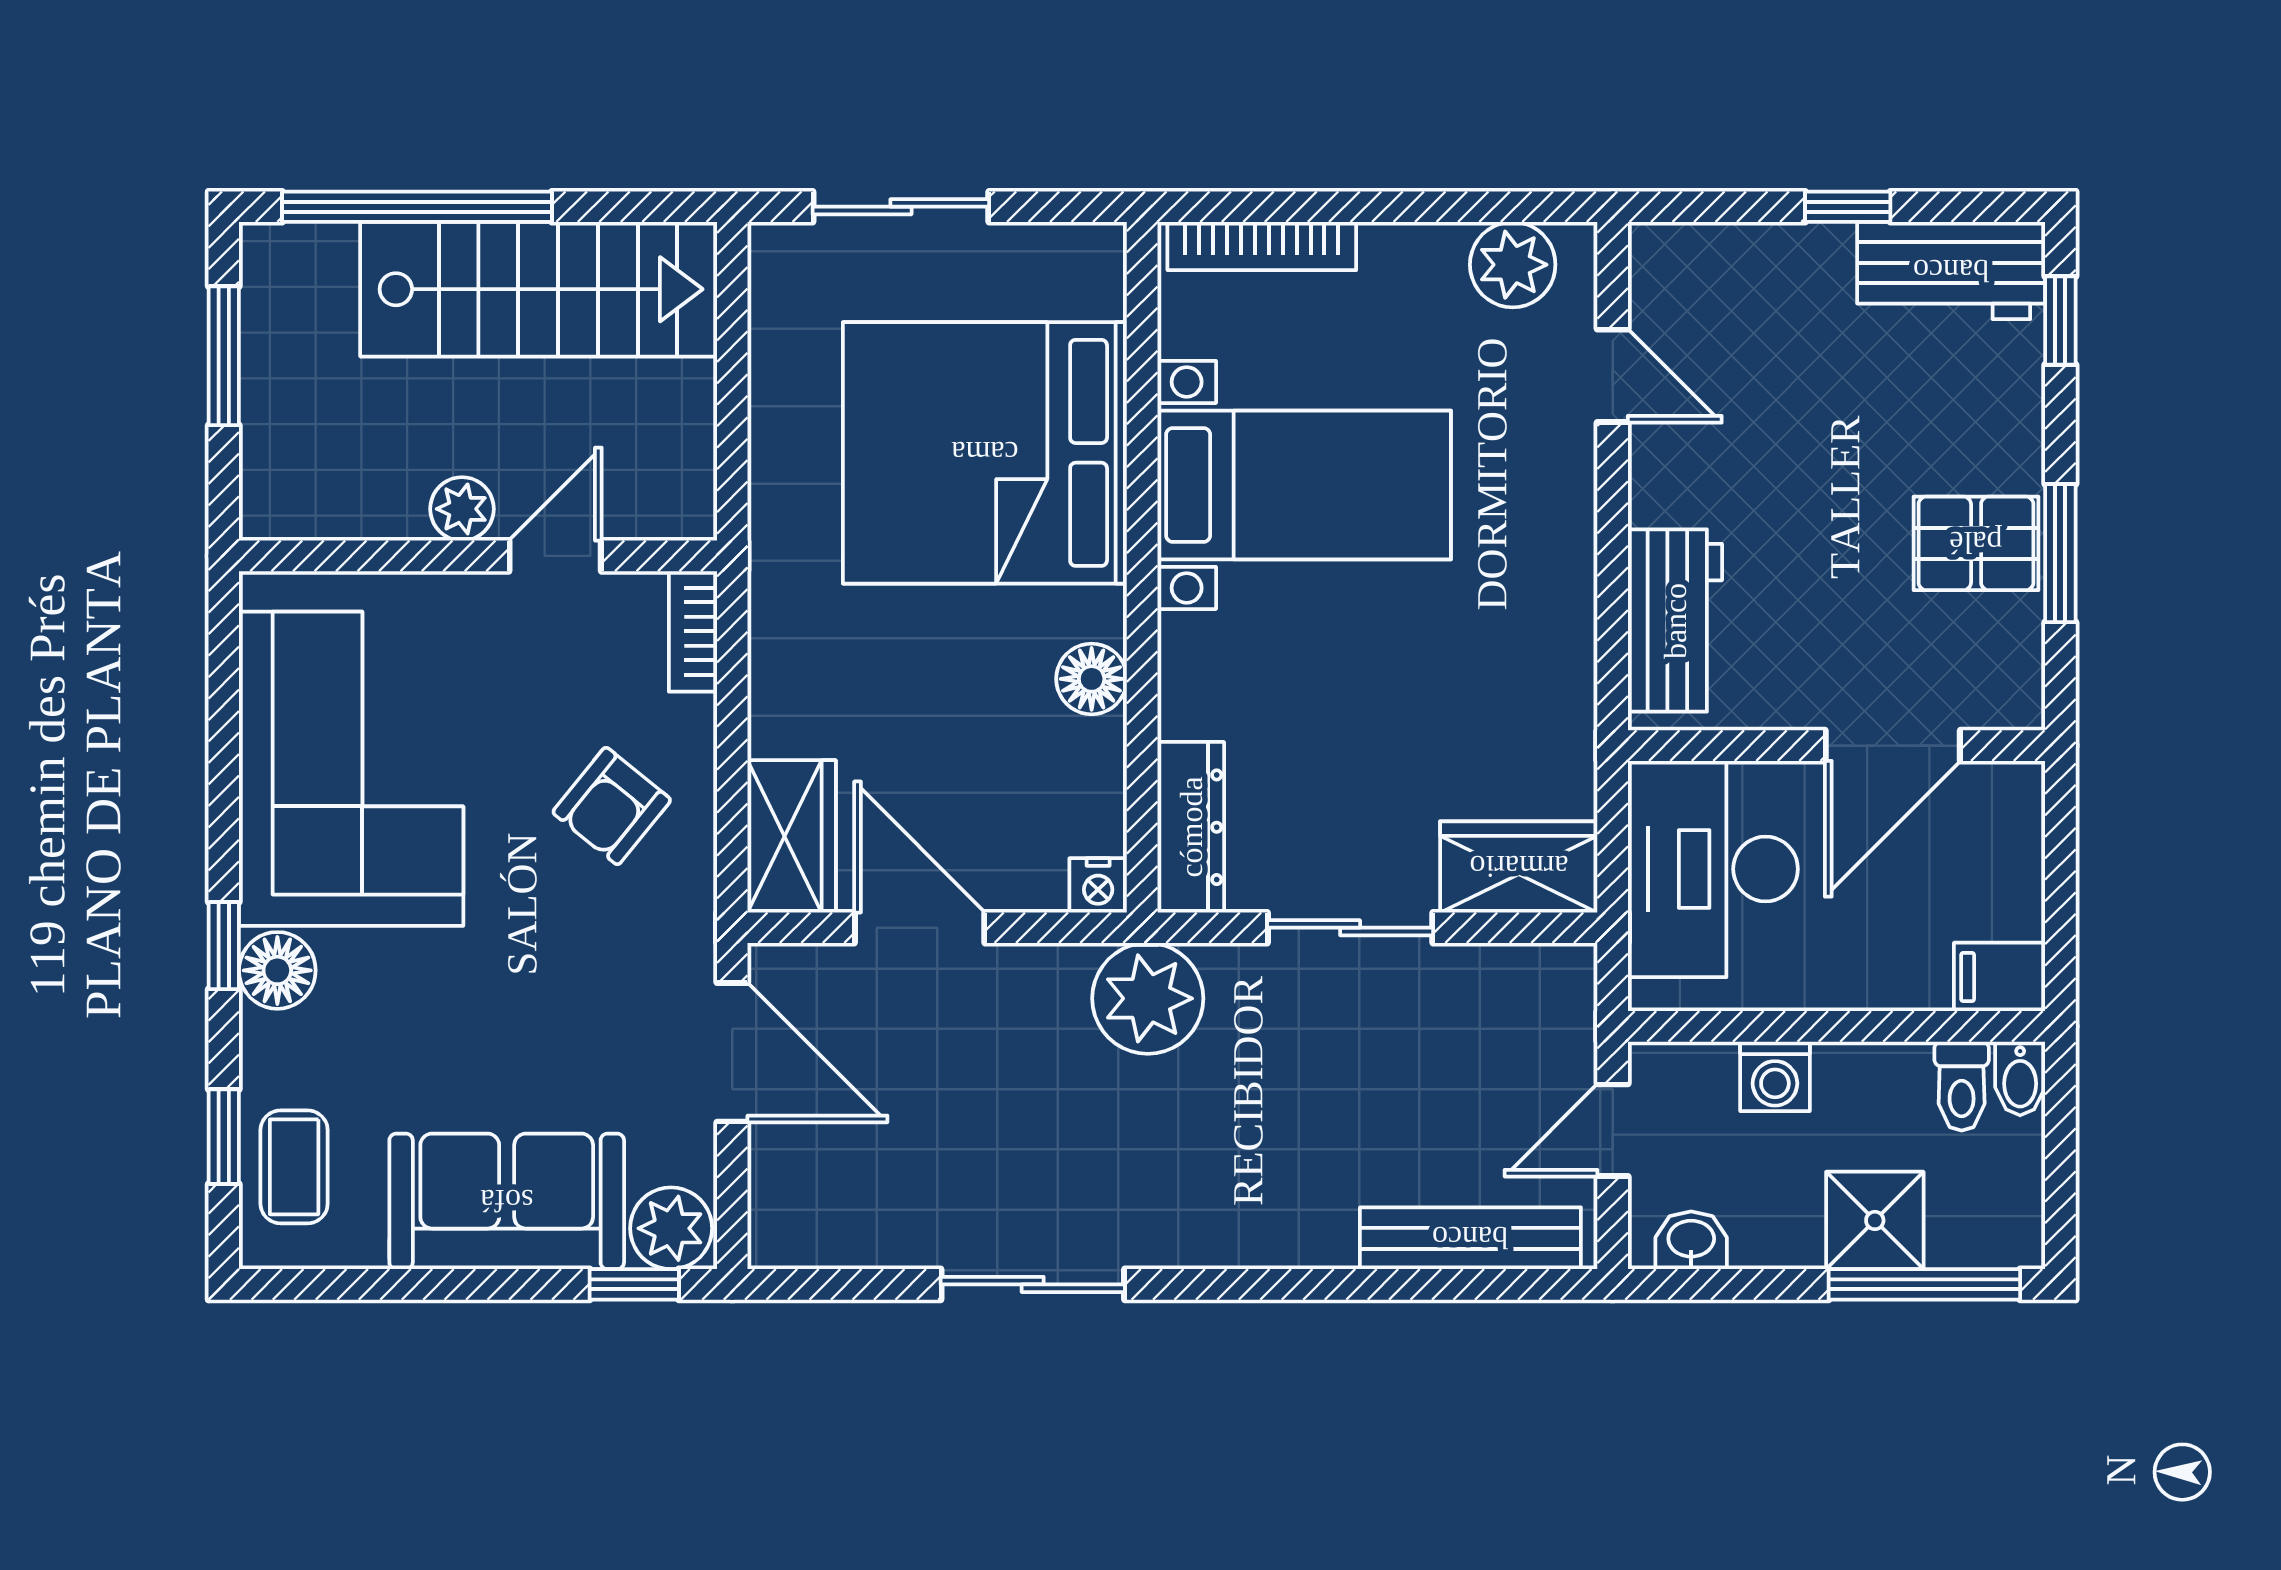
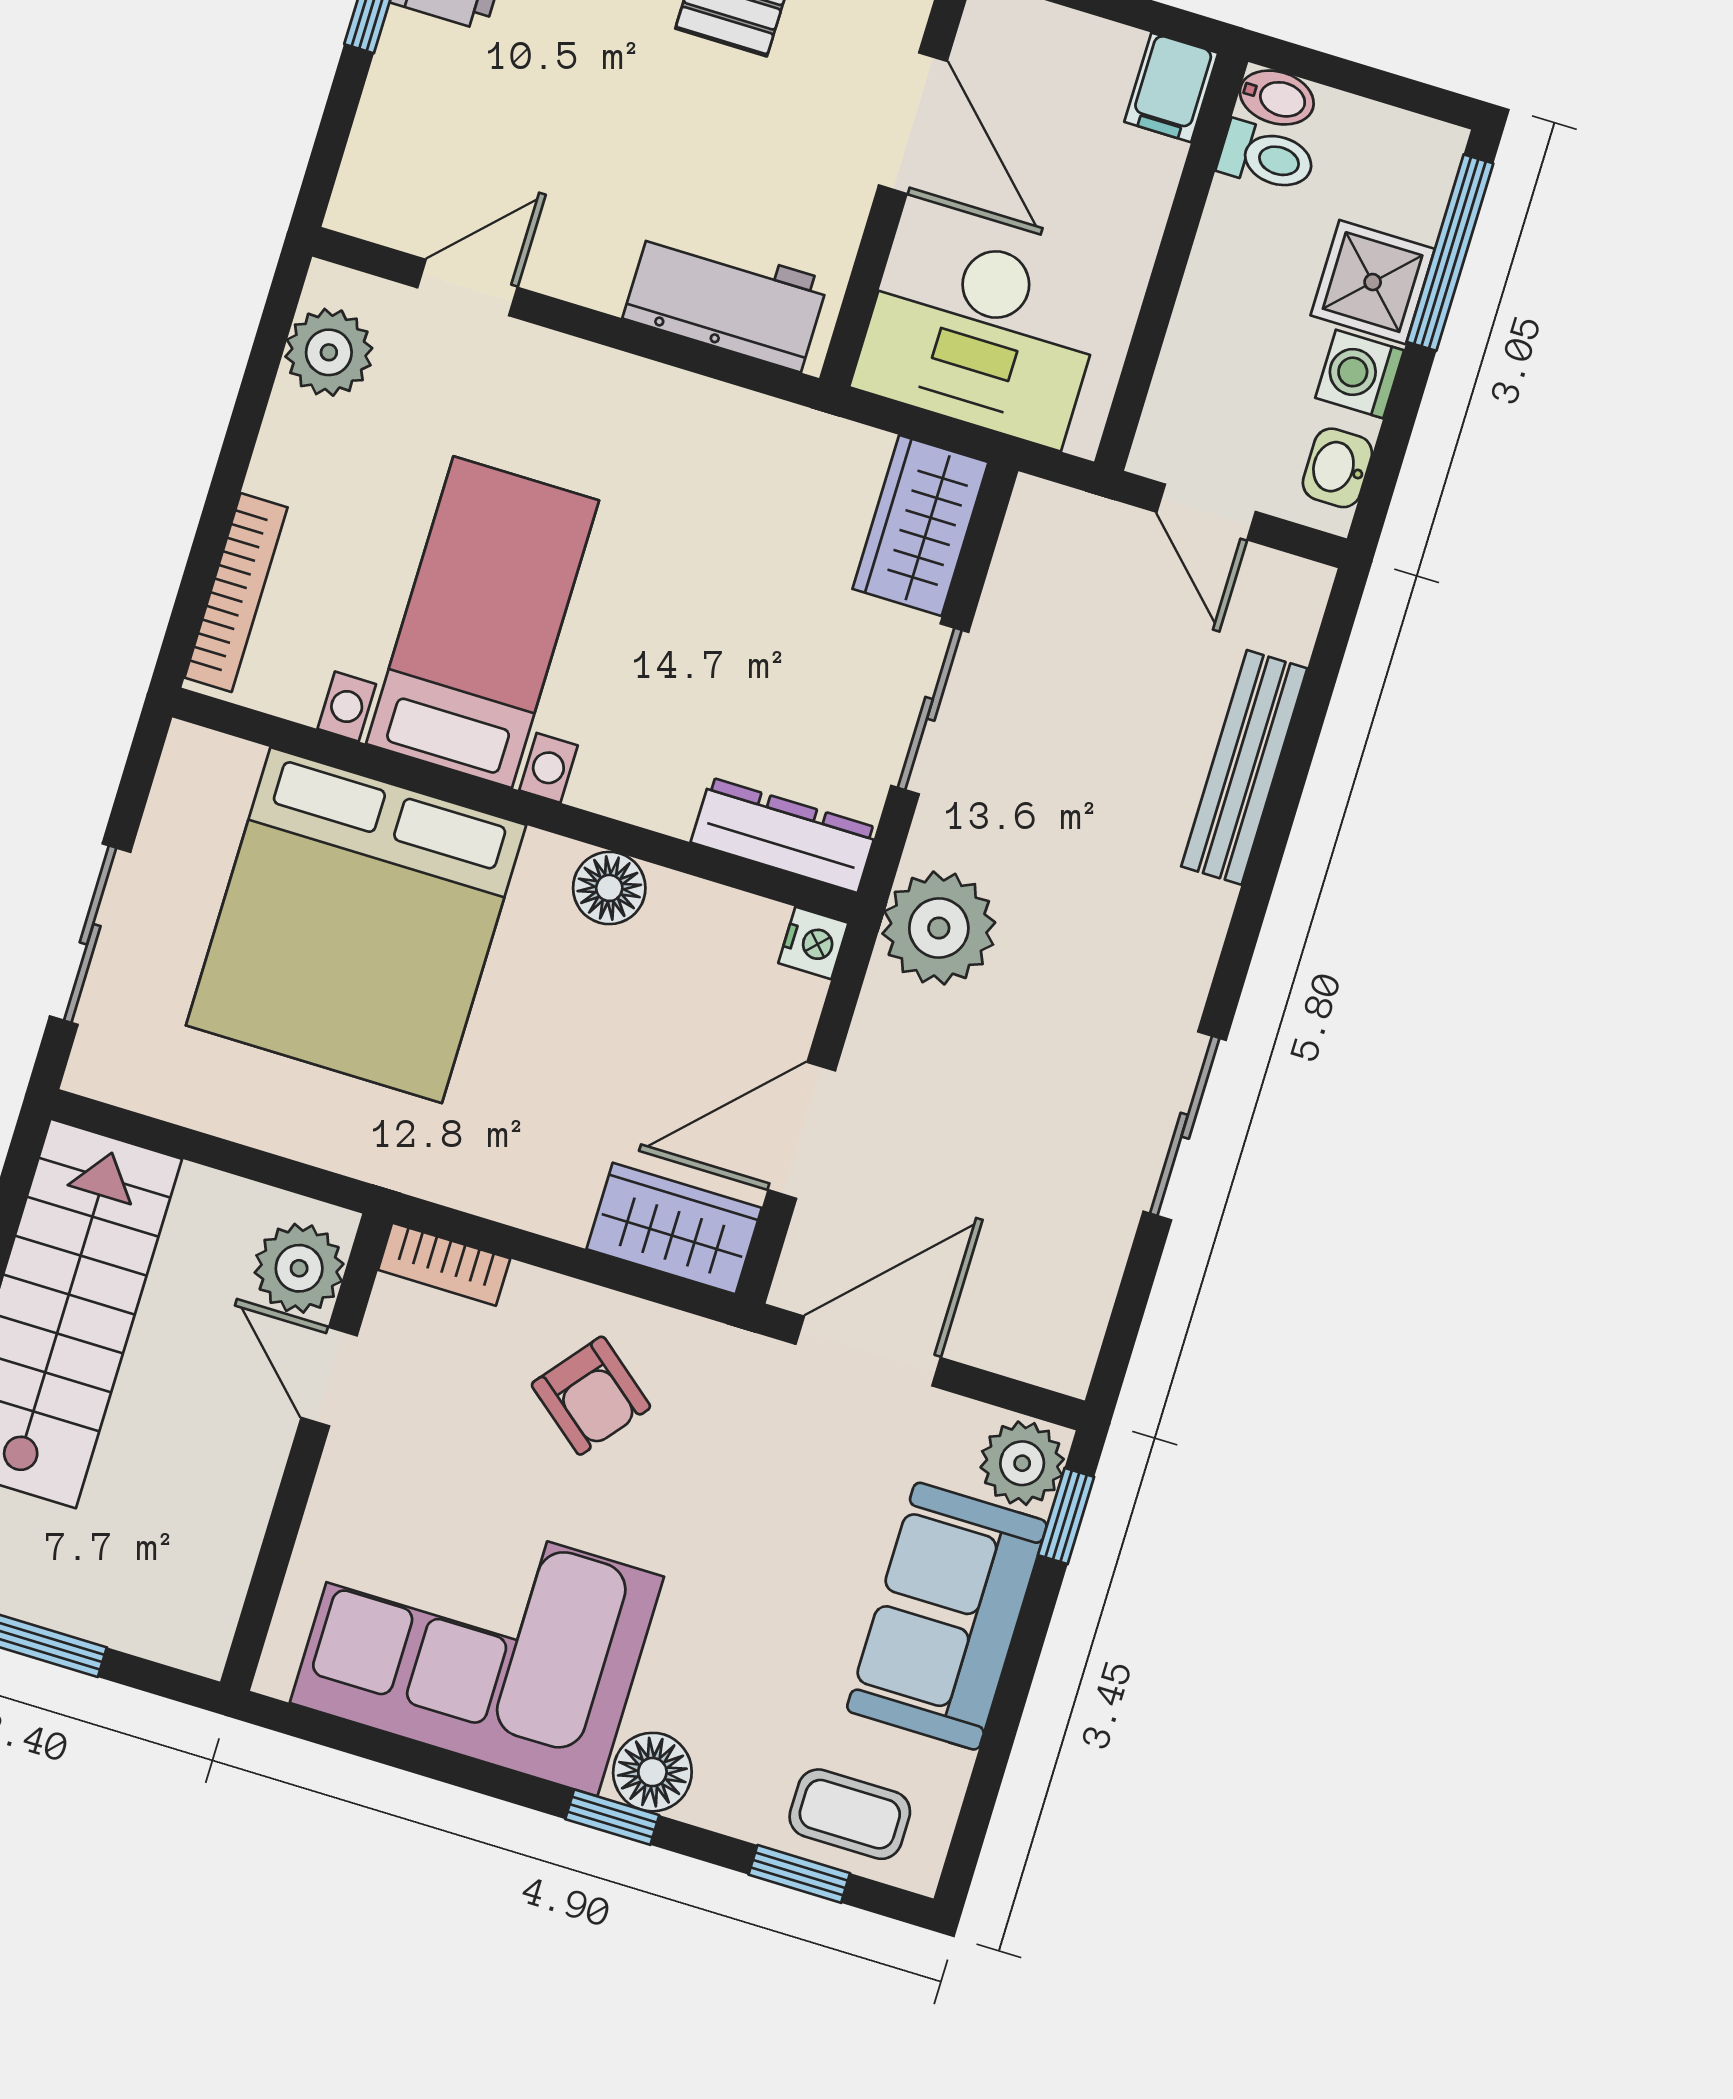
plant: (462, 509) -> (299, 1268), moved, width x1.38, depth x1.38
washing machine: (1775, 1076) -> (1360, 374), moved, turned 180
bench: (1470, 1238) -> (1244, 767), moved

